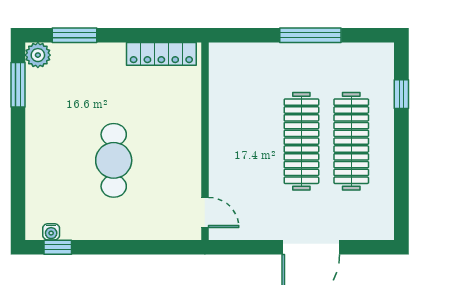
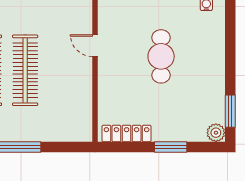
window: (74, 35) -> (171, 147), moved
door: (205, 212) -> (95, 46), moved

